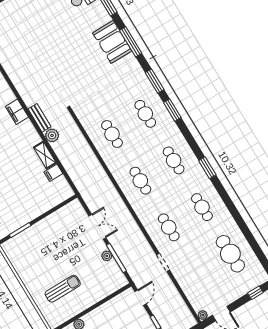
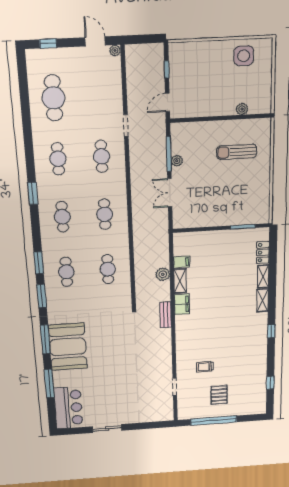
booth: (112, 42) -> (68, 347), width x1.36, depth x1.42
filing cabinet: (17, 112) -> (182, 304), moved
plant: (52, 135) -> (163, 274), moved

